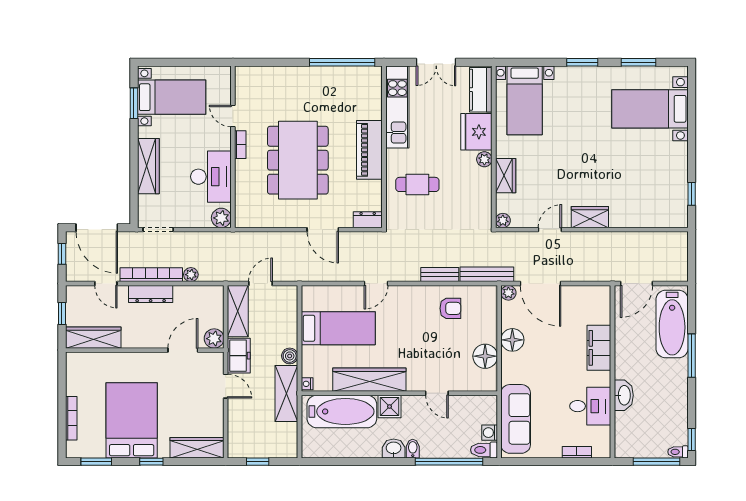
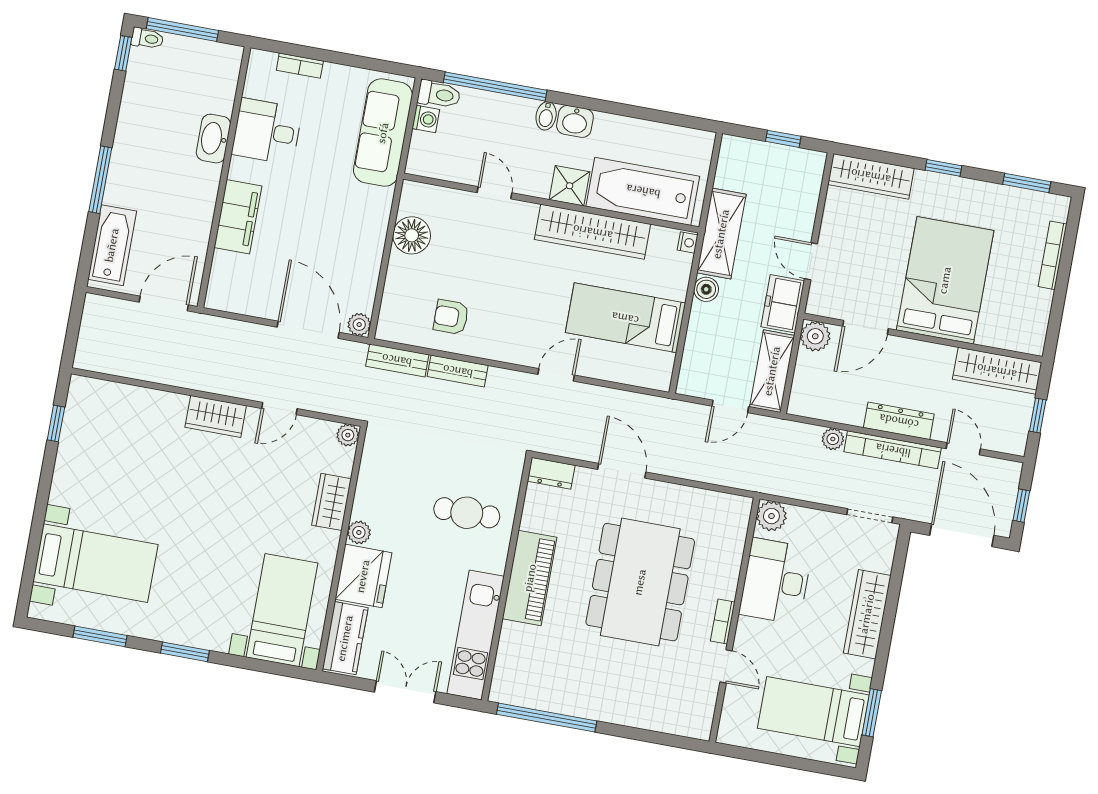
bench: (487, 274) -> (397, 360), width x0.73
bathtub: (672, 324) -> (112, 245), width x0.73, depth x0.73
floor lamp: (512, 340) -> (366, 252), removed
bed: (132, 420) -> (945, 280), moved, turned 180

